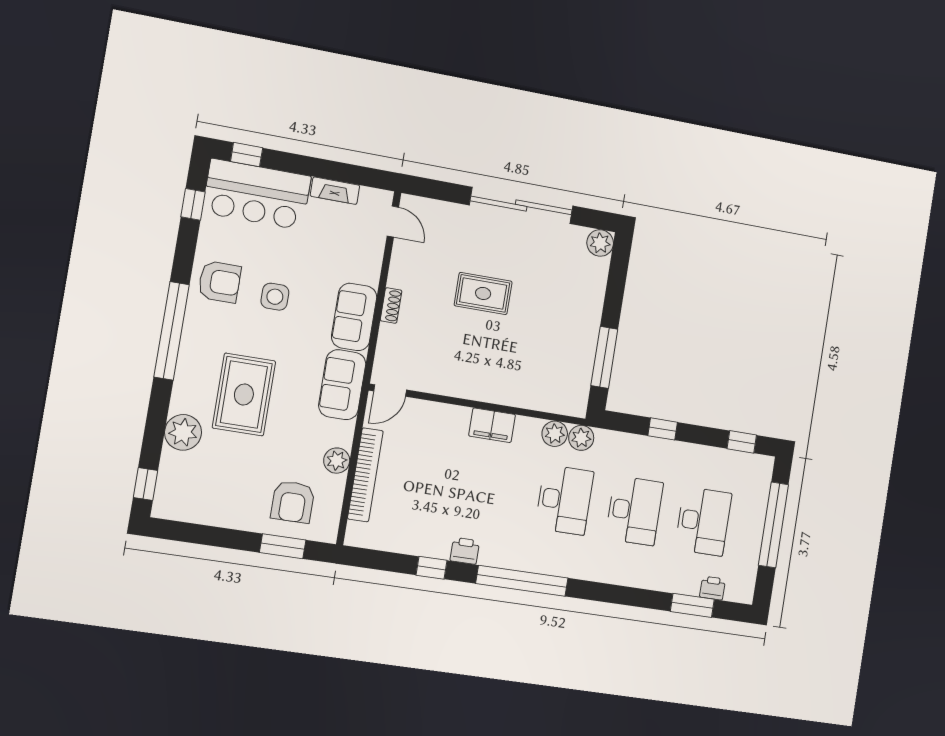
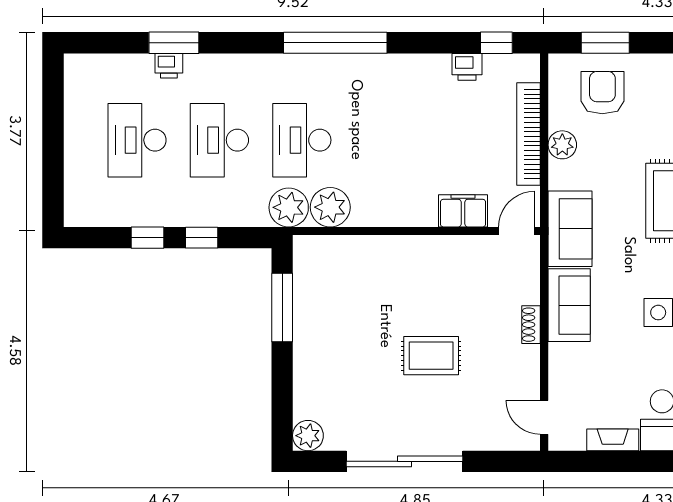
filing cabinet: (492, 425) -> (463, 211), moved
plant: (555, 434) -> (330, 207), width x1.36, depth x1.36
plant: (581, 438) -> (289, 207), width x1.36, depth x1.36
window: (742, 442) -> (147, 238), moved
window: (773, 525) -> (53, 148), removed
printer: (465, 551) -> (467, 67), moved
window: (431, 568) -> (496, 43), moved
printer: (713, 588) -> (169, 66), moved
window: (692, 605) -> (174, 43), moved

